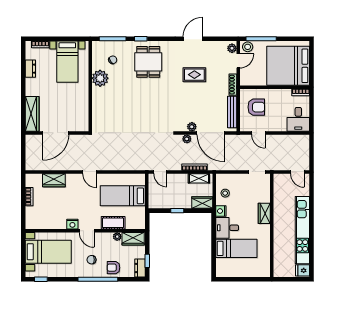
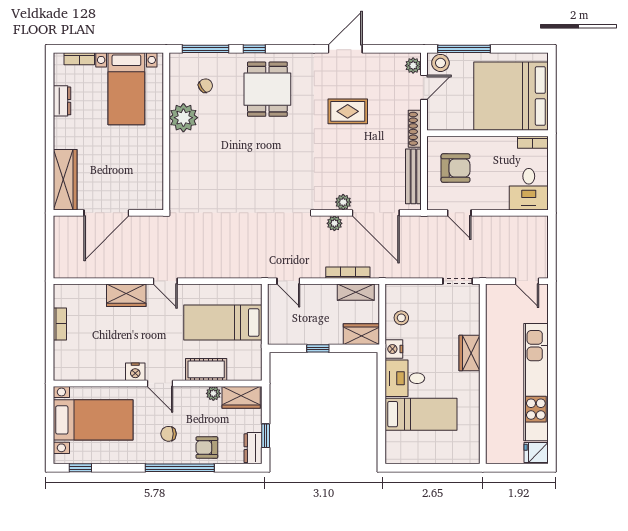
wardrobe: (54, 180) -> (126, 295), moved

